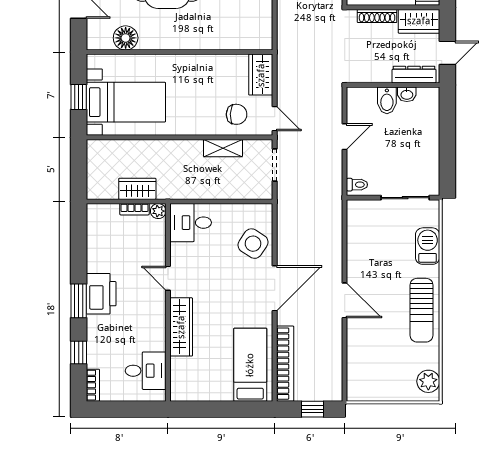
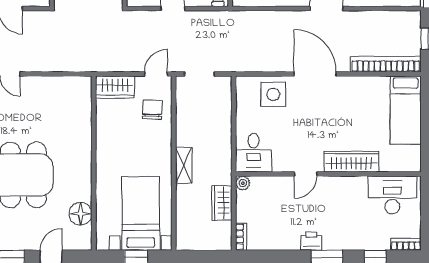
shelving: (223, 148) -> (184, 165), moved
bookcase: (134, 209) -> (241, 237), moved
side table: (253, 244) -> (273, 94), turned -33
printer: (101, 294) -> (311, 241), width x0.53, depth x0.68
bed: (250, 365) -> (406, 110), moved, turned -90
desk: (146, 371) -> (392, 195), width x1.37

